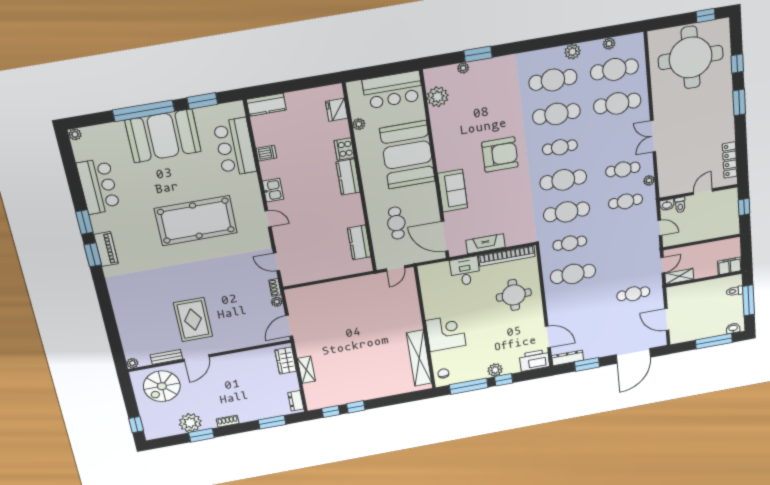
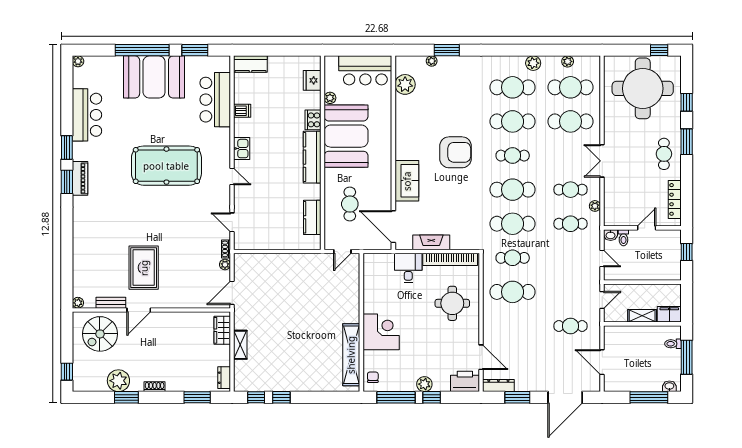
cafe table: (716, 118) -> (664, 154), added
booth: (407, 155) -> (346, 136), moved
kitchen counter: (348, 177) -> (312, 157), width x1.50
shelving: (679, 276) -> (642, 316), moved

